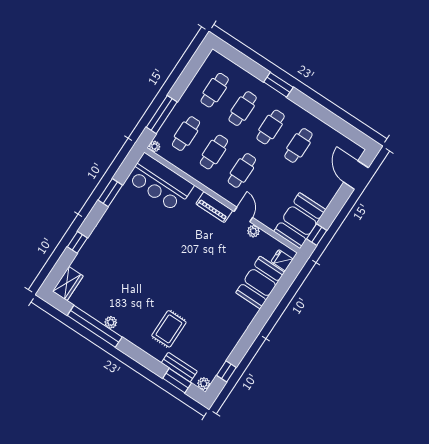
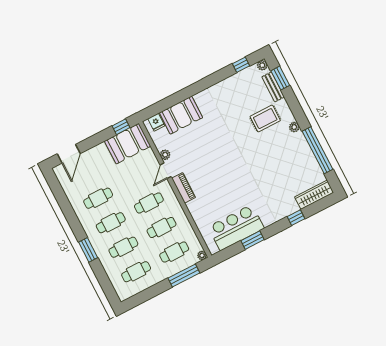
bar counter: (160, 182) -> (236, 227), moved, turned -90
wardrobe: (68, 284) -> (314, 195), width x1.50
plant: (111, 322) -> (294, 127), moved

